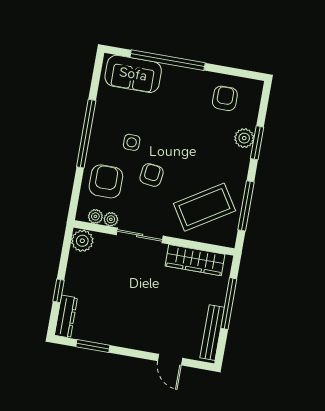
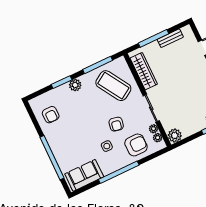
sofa: (133, 74) -> (84, 175), moved, turned -90
armchair: (225, 98) -> (51, 115), turned -90
plant: (244, 138) -> (75, 85), moved
armchair: (152, 175) -> (116, 124), turned -86
armchair: (106, 181) -> (136, 145), turned 180
bench: (212, 333) -> (170, 38), width x0.73

